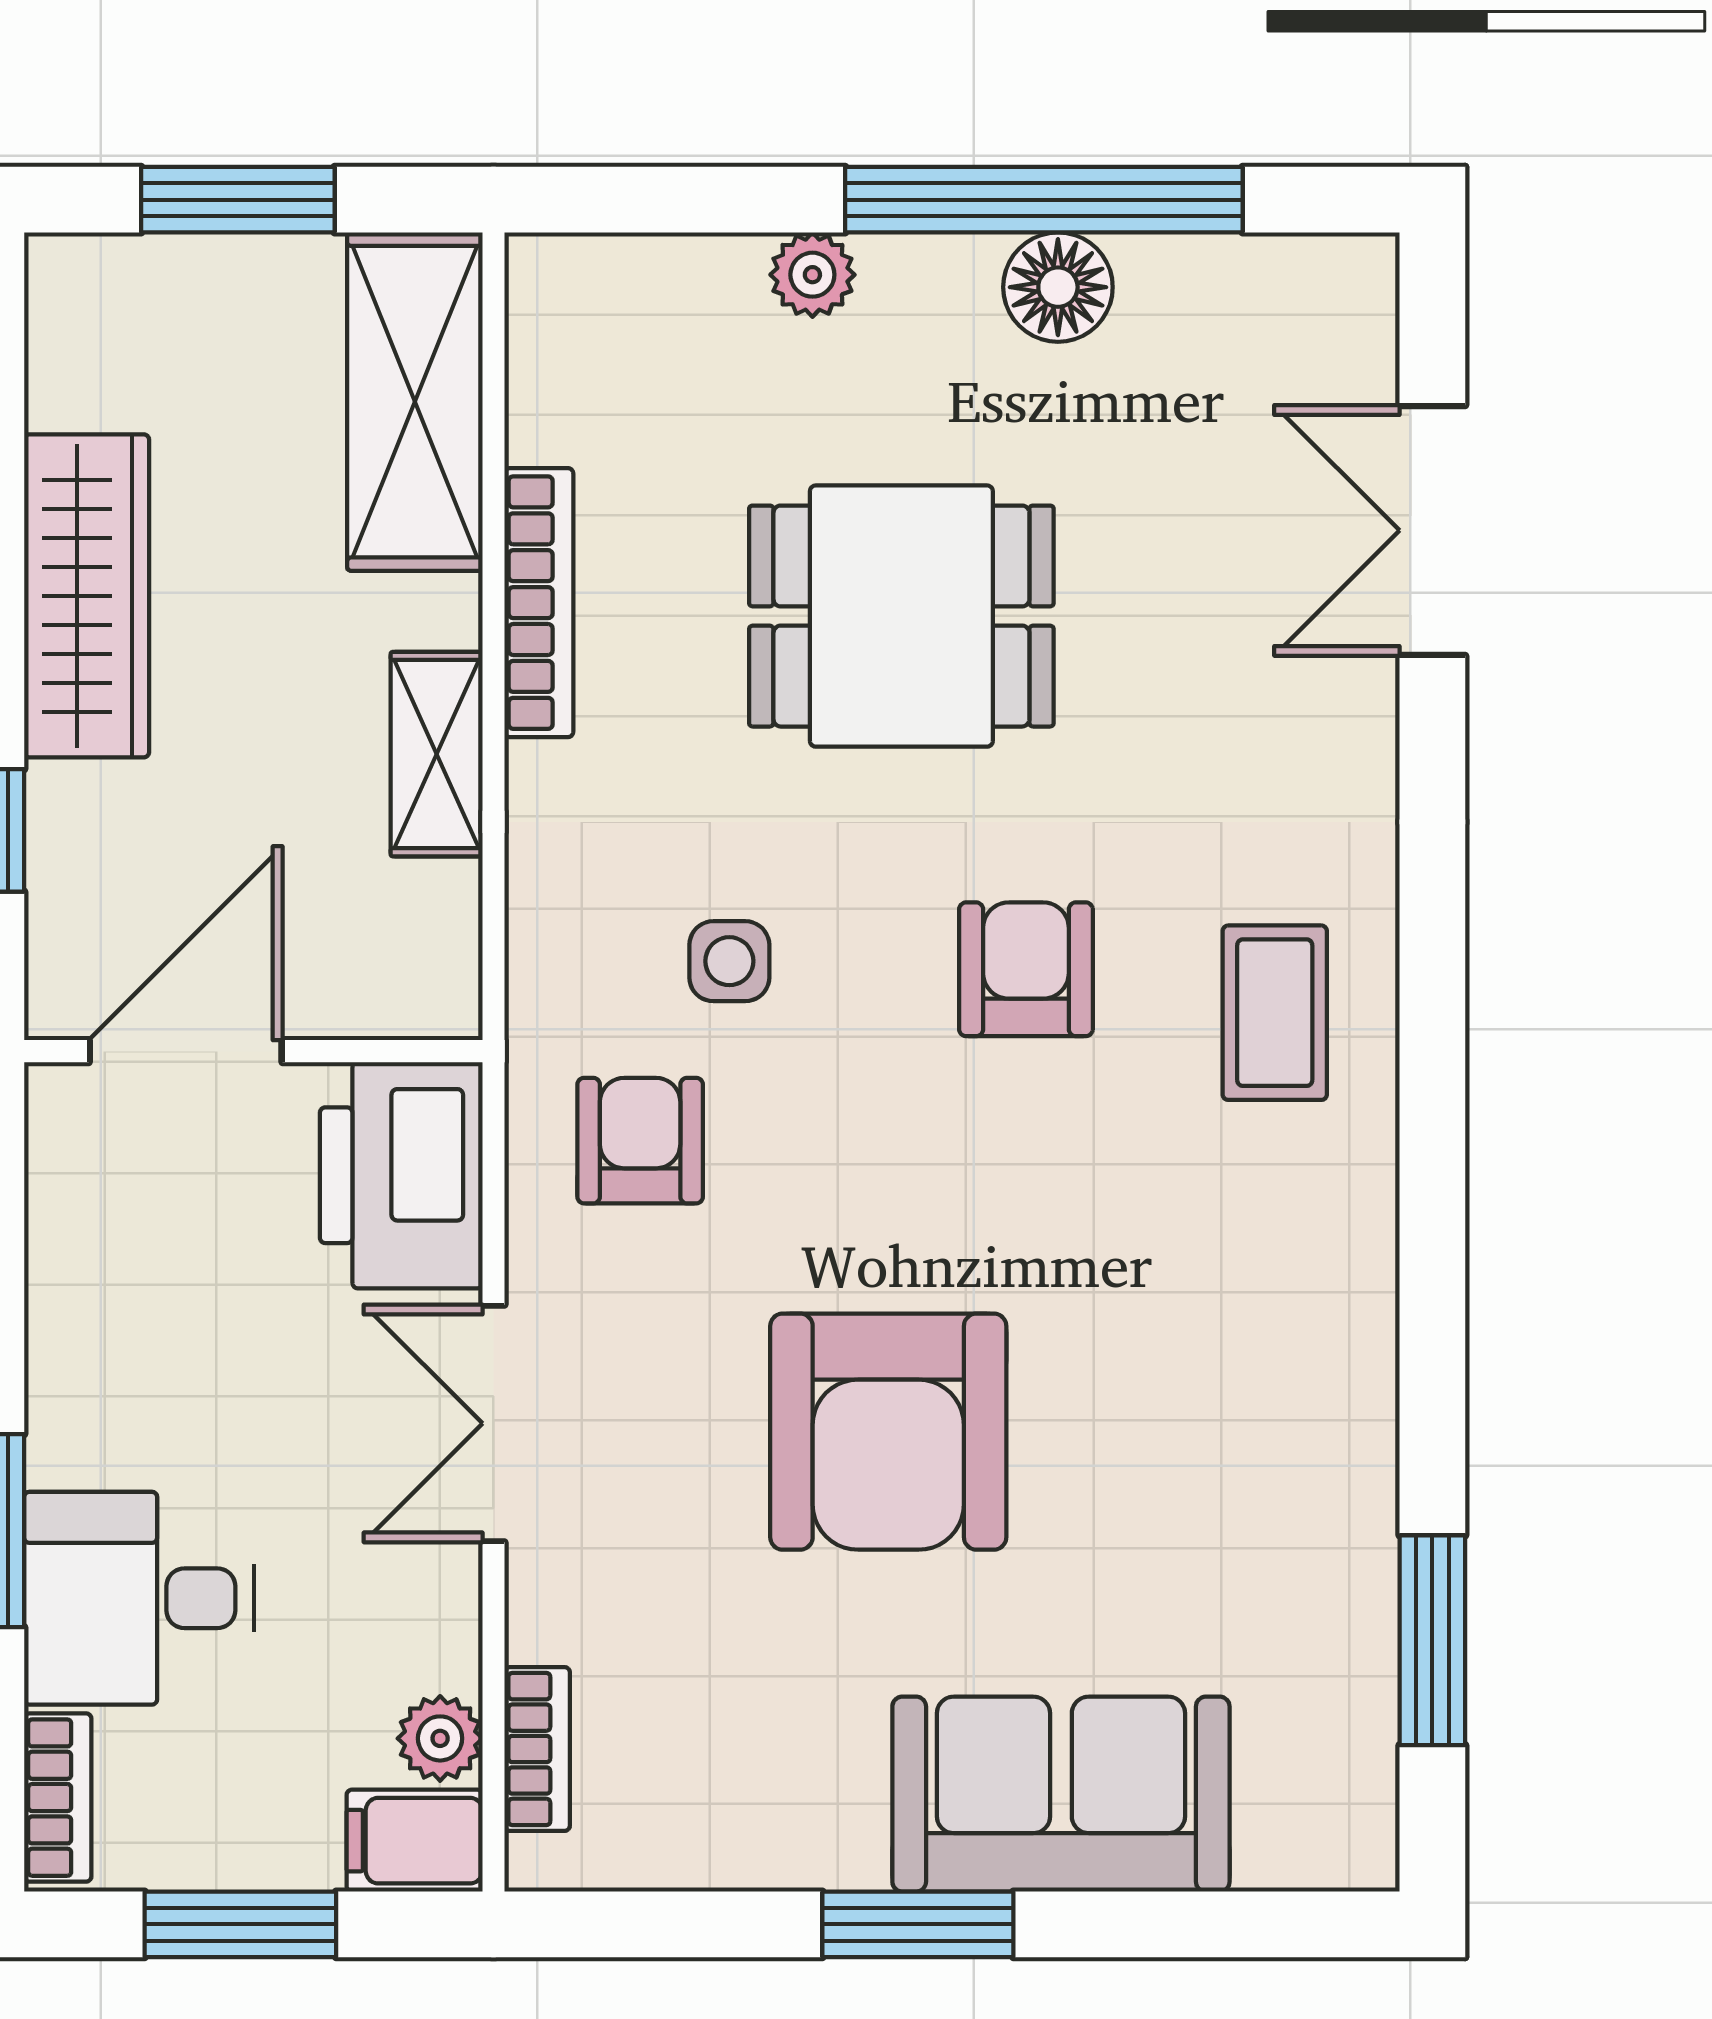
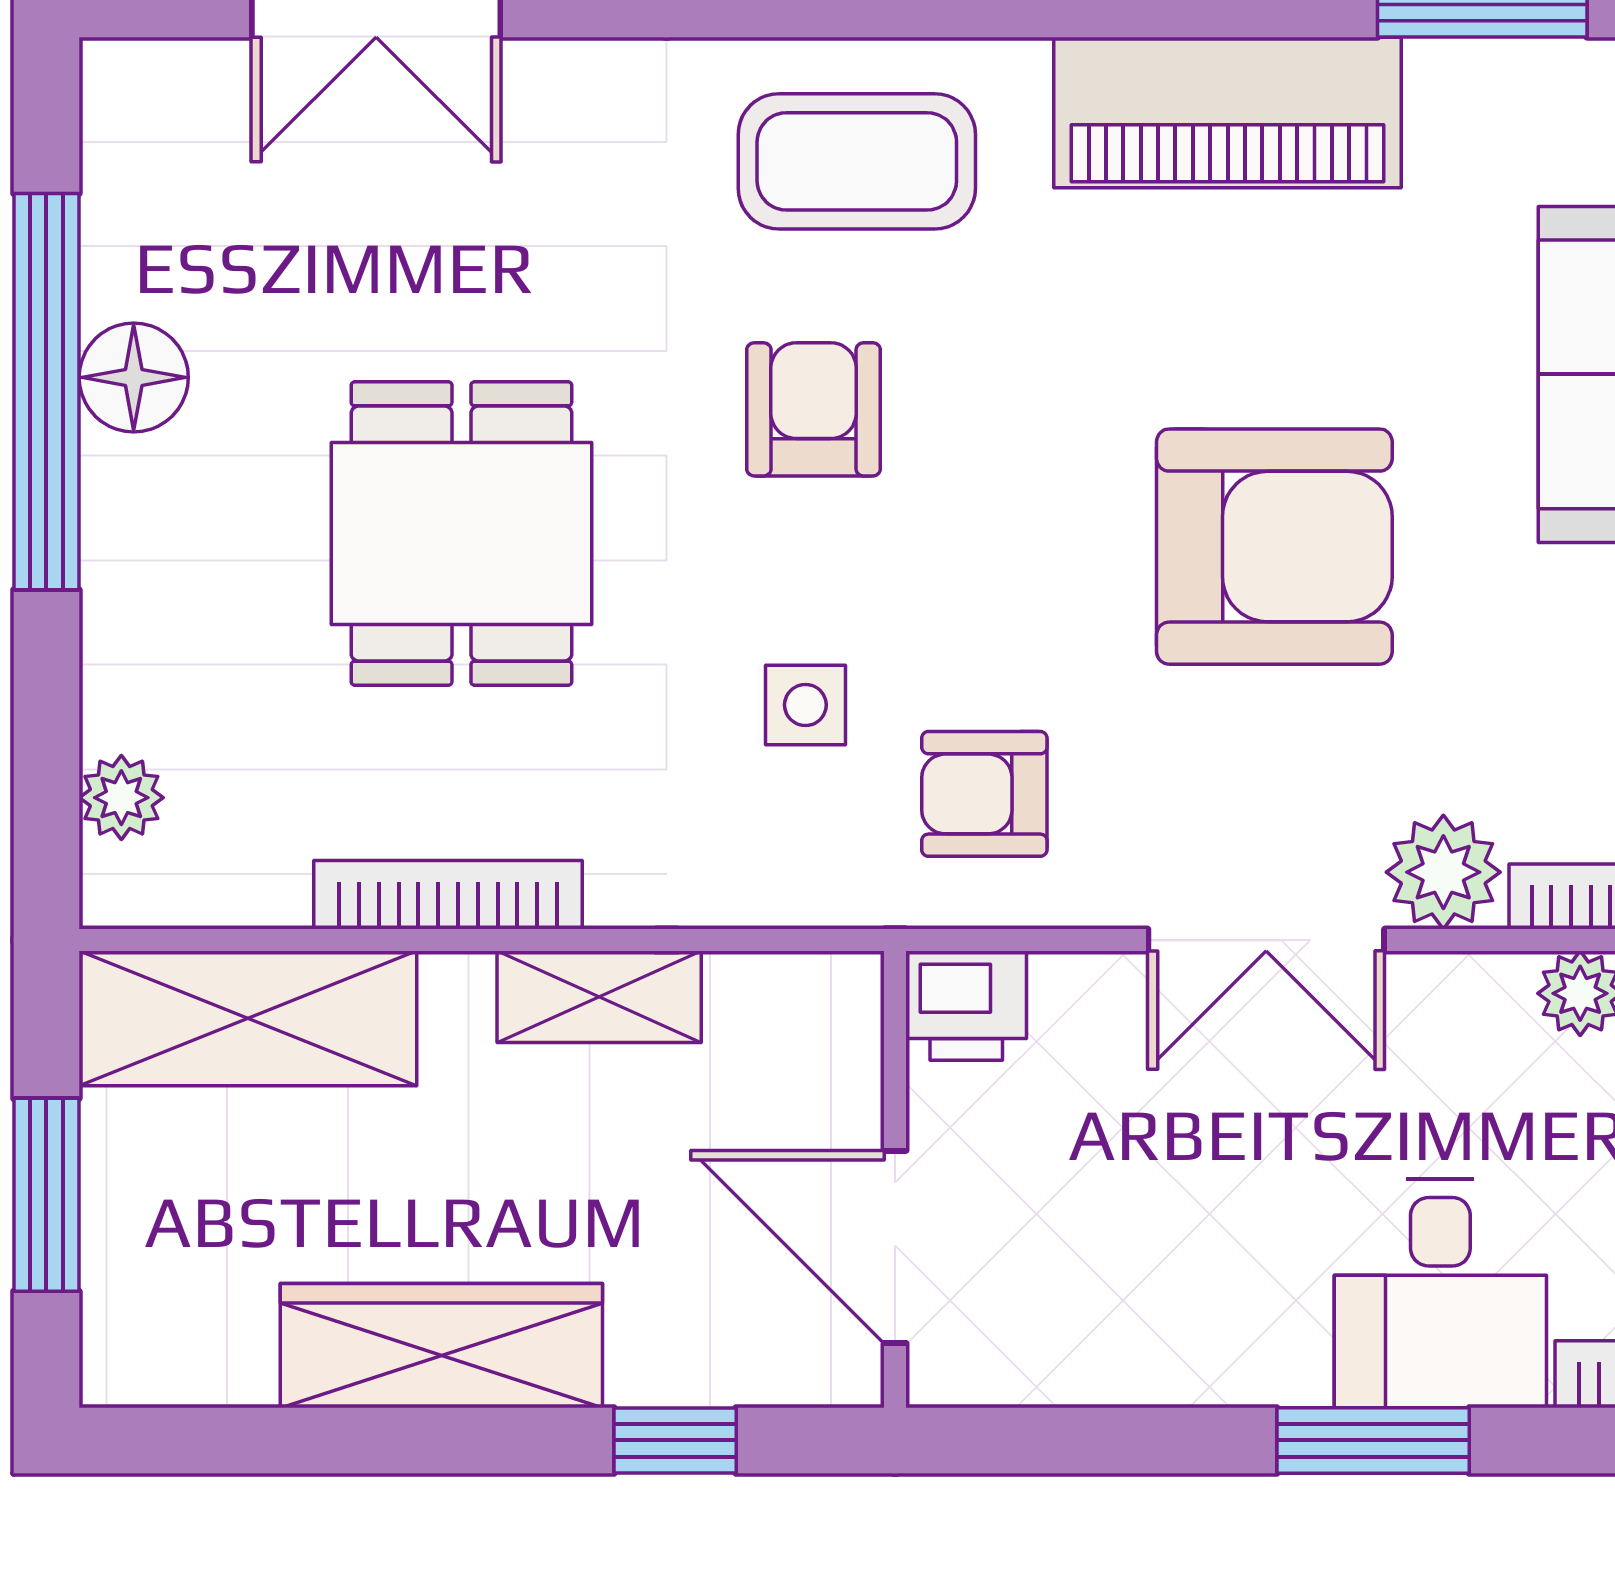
plant: (812, 275) -> (121, 798), moved
armchair: (1026, 969) -> (814, 409), turned 90
coffee table: (1275, 1013) -> (857, 161), width x1.36, depth x1.30
printer: (401, 1175) -> (966, 1006), width x0.53, depth x0.68
piano: (1324, 1385) -> (1228, 112), added
plant: (562, 1601) -> (1443, 872), added

